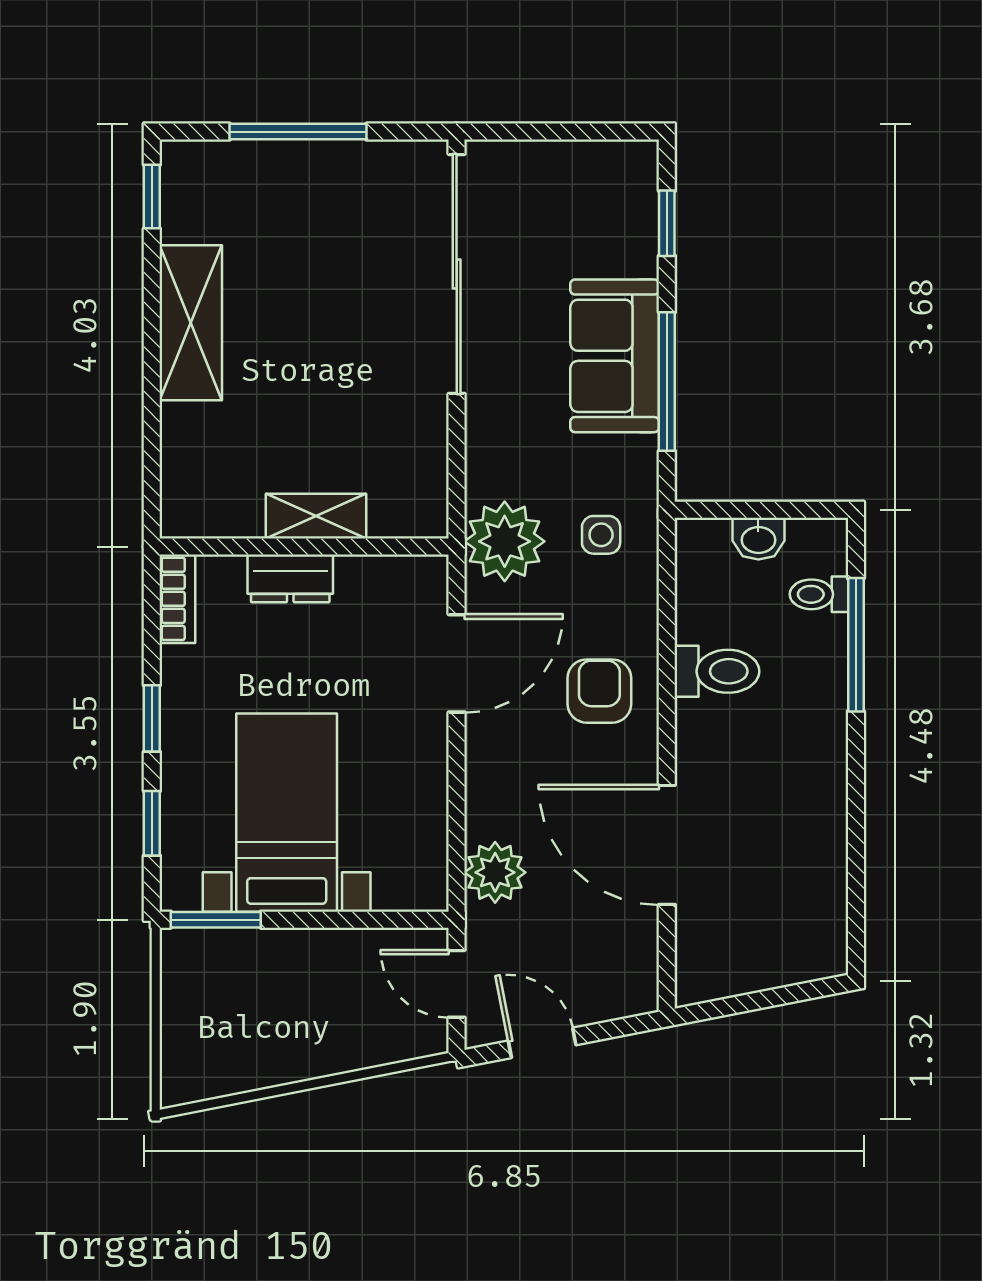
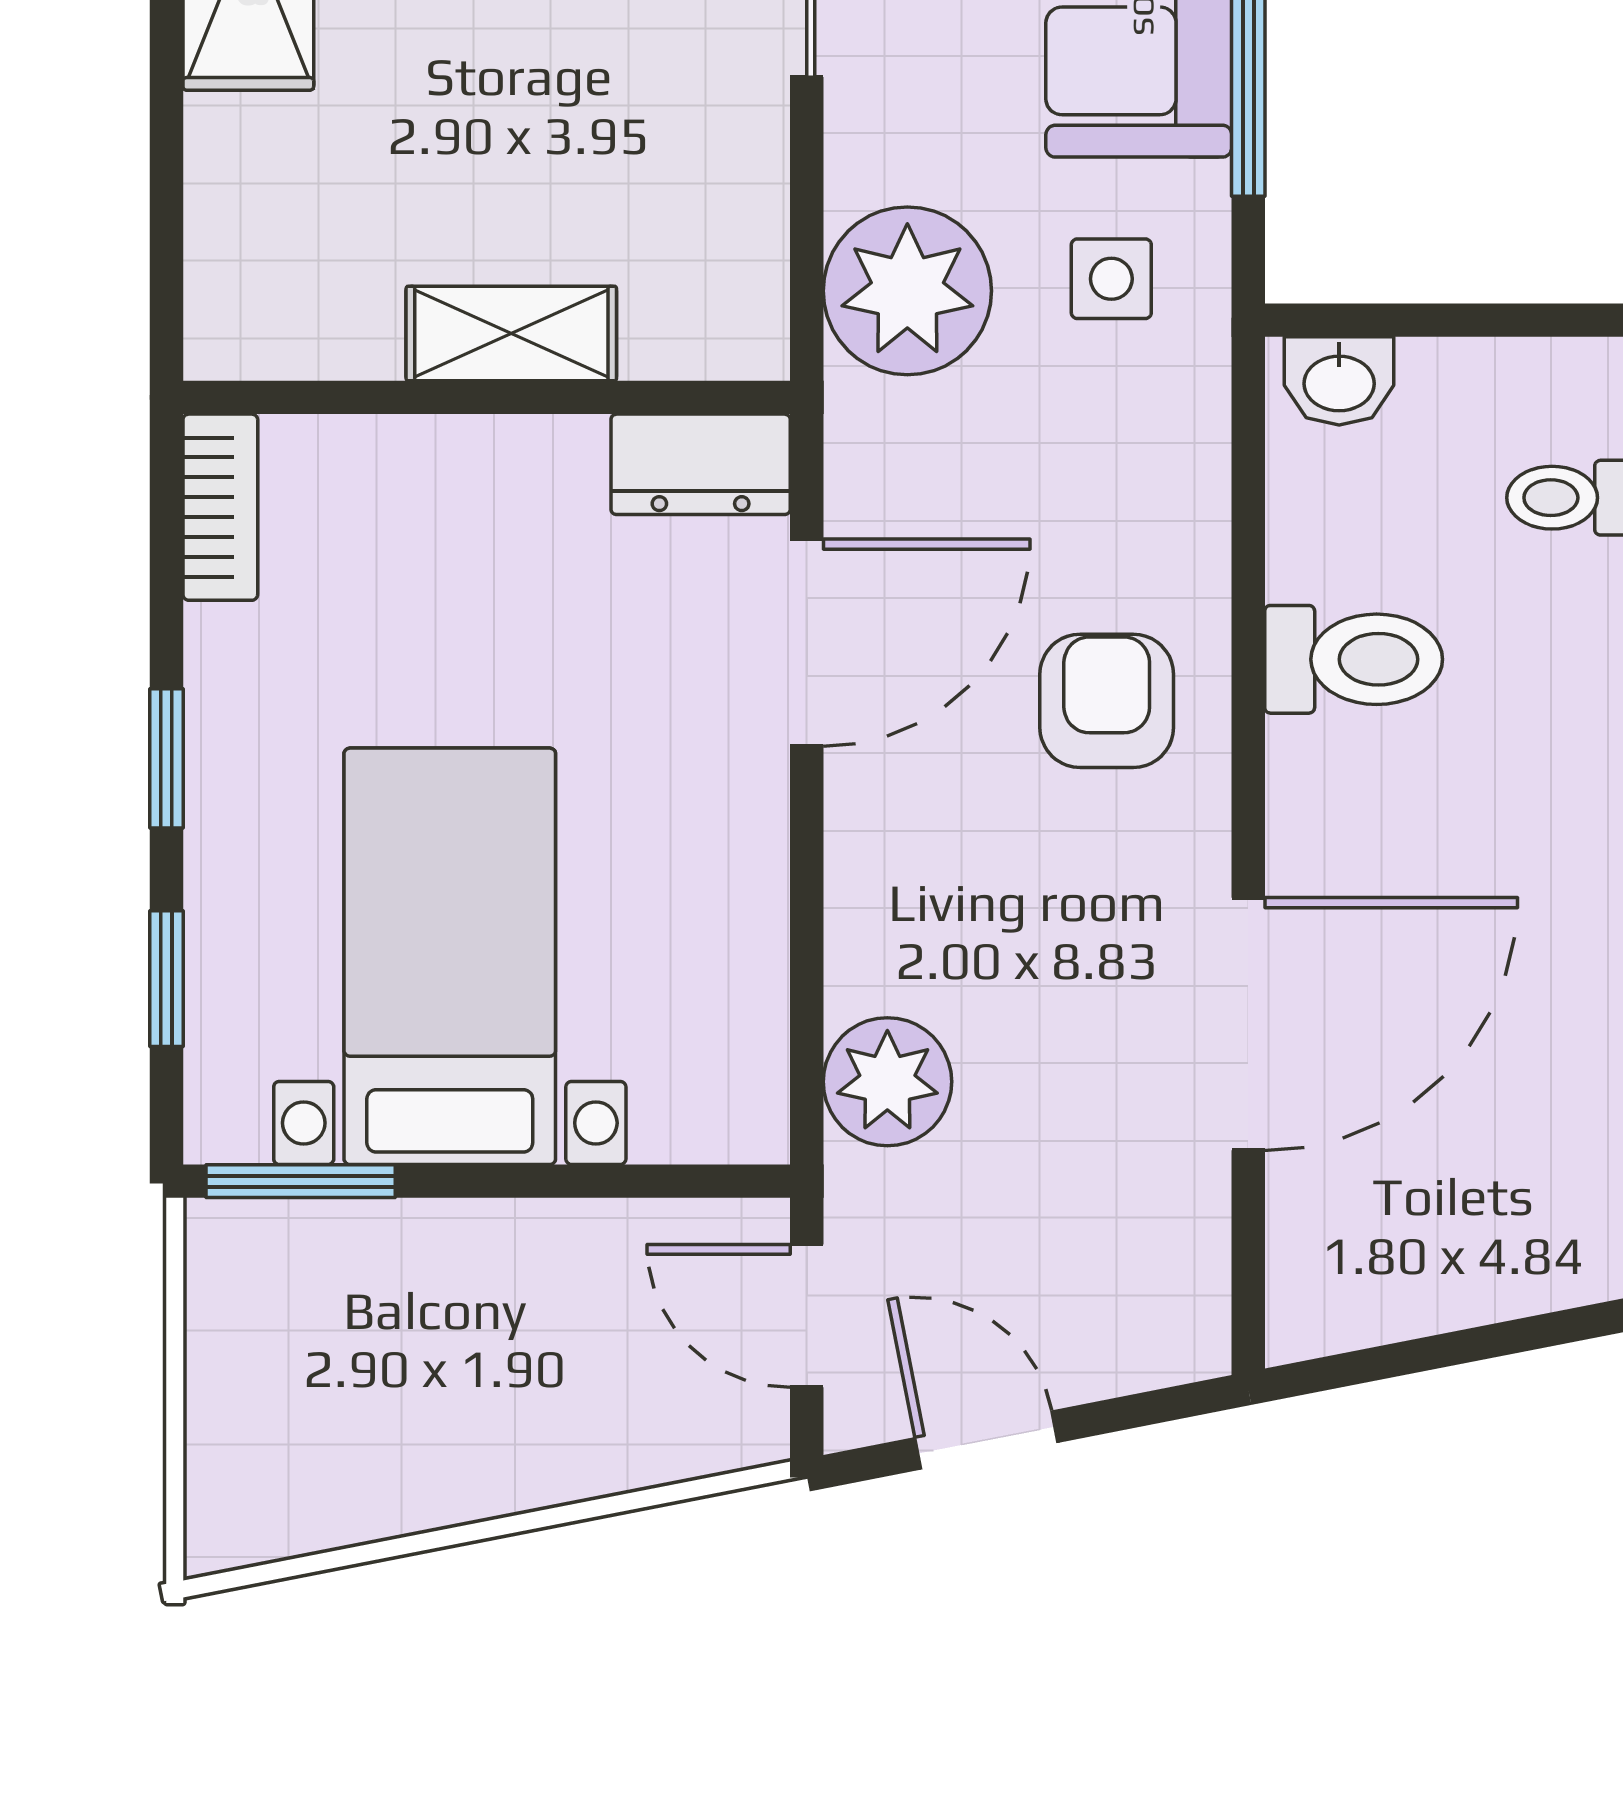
side table: (601, 535) -> (1111, 279), moved
washbasin: (758, 539) -> (1339, 381), moved
plant: (505, 541) -> (907, 291), moved
dresser: (290, 578) -> (701, 464), moved
door: (667, 845) -> (1248, 1024), swing flipped

